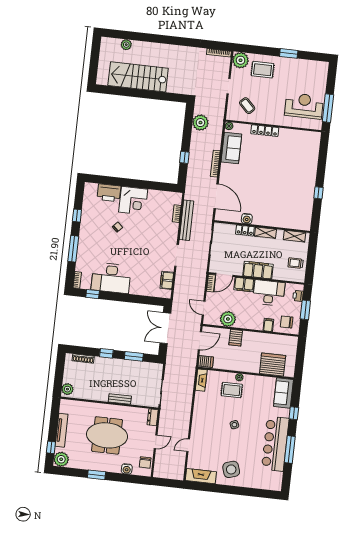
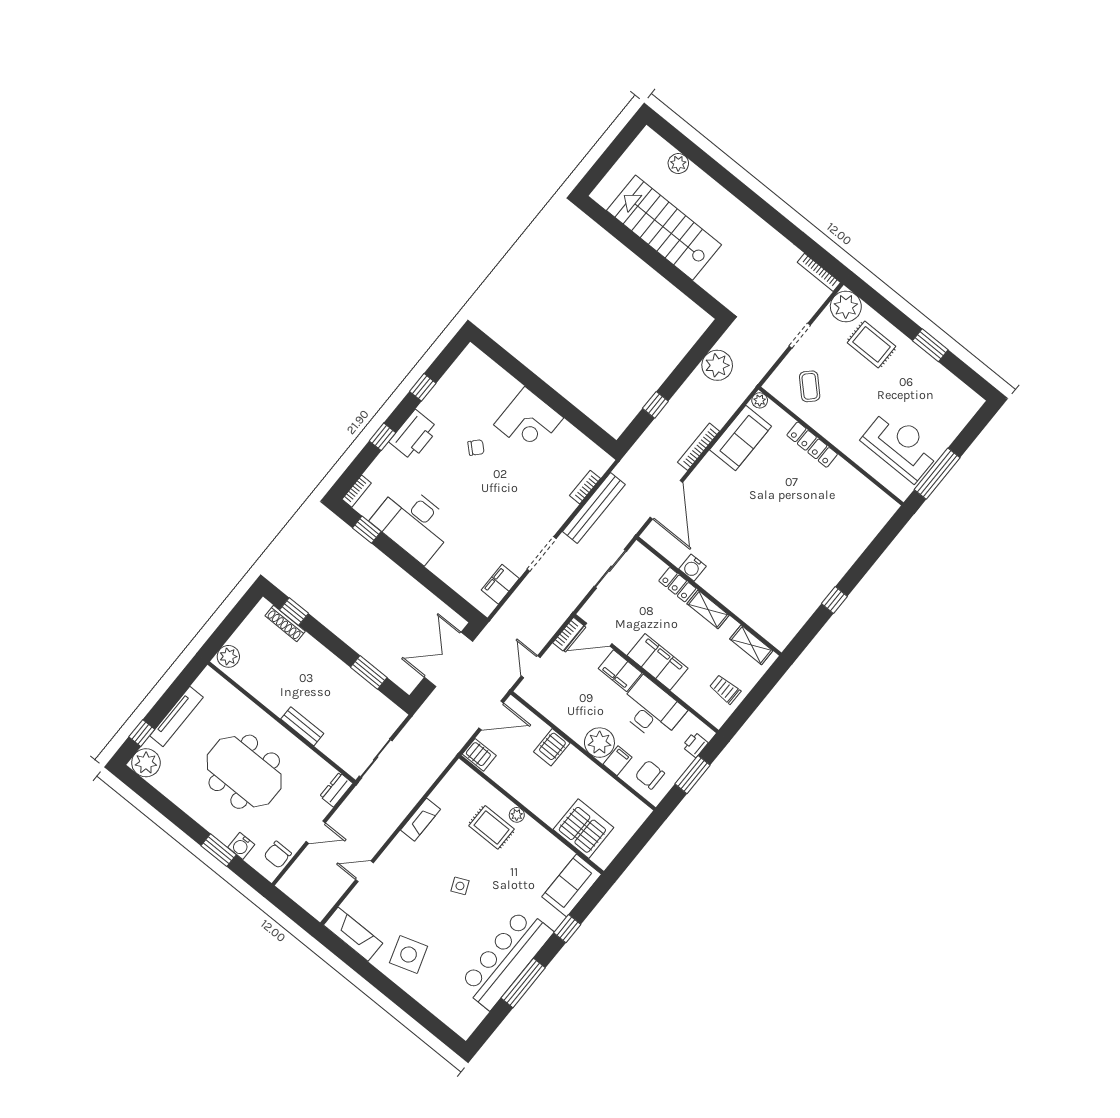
printer: (109, 193) -> (414, 435), moved, turned -90
window: (73, 249) -> (383, 437), width x0.46
plant: (228, 319) -> (599, 743), moved
window: (106, 353) -> (294, 612), moved
fireplace: (201, 380) -> (420, 820), moved
window: (96, 475) -> (219, 850), moved

